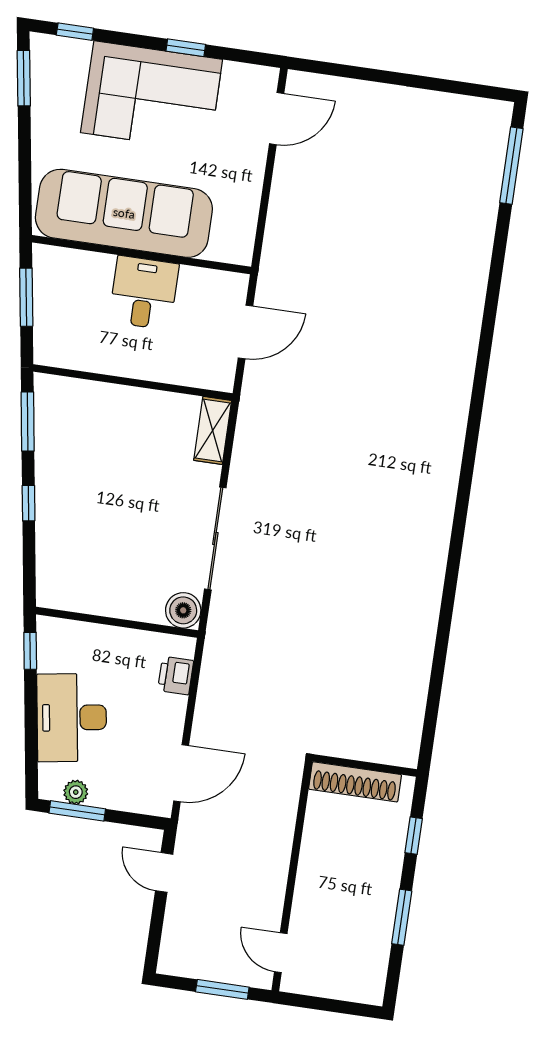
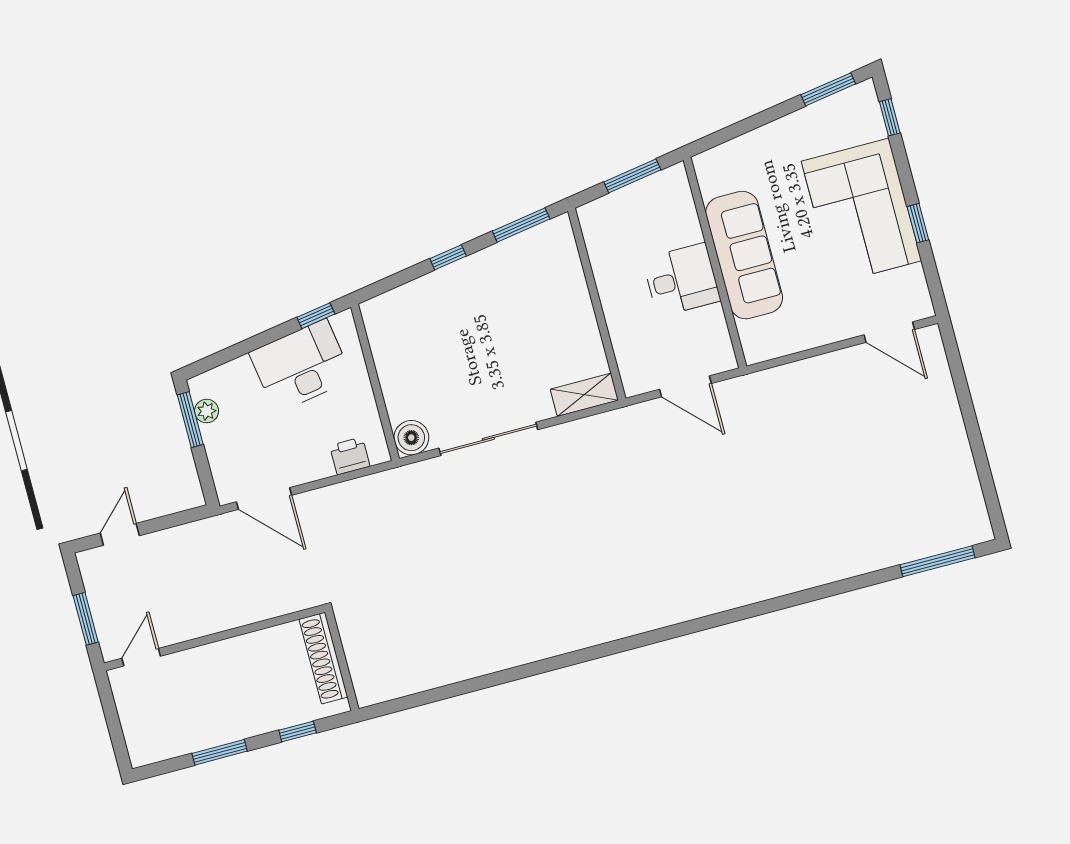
sofa: (124, 213) -> (744, 255), width x0.74, depth x0.79
desk: (72, 718) -> (301, 366), moved
door: (164, 872) -> (120, 534), moved

